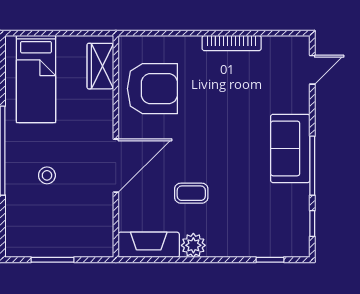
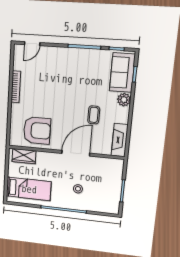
door: (312, 70) -> (32, 44), swing flipped
armchair: (152, 89) -> (37, 131), turned 90
sofa: (290, 148) -> (122, 73), moved, turned 90
door: (116, 166) -> (76, 153), hinge flipped
plant: (193, 245) -> (124, 100), moved

